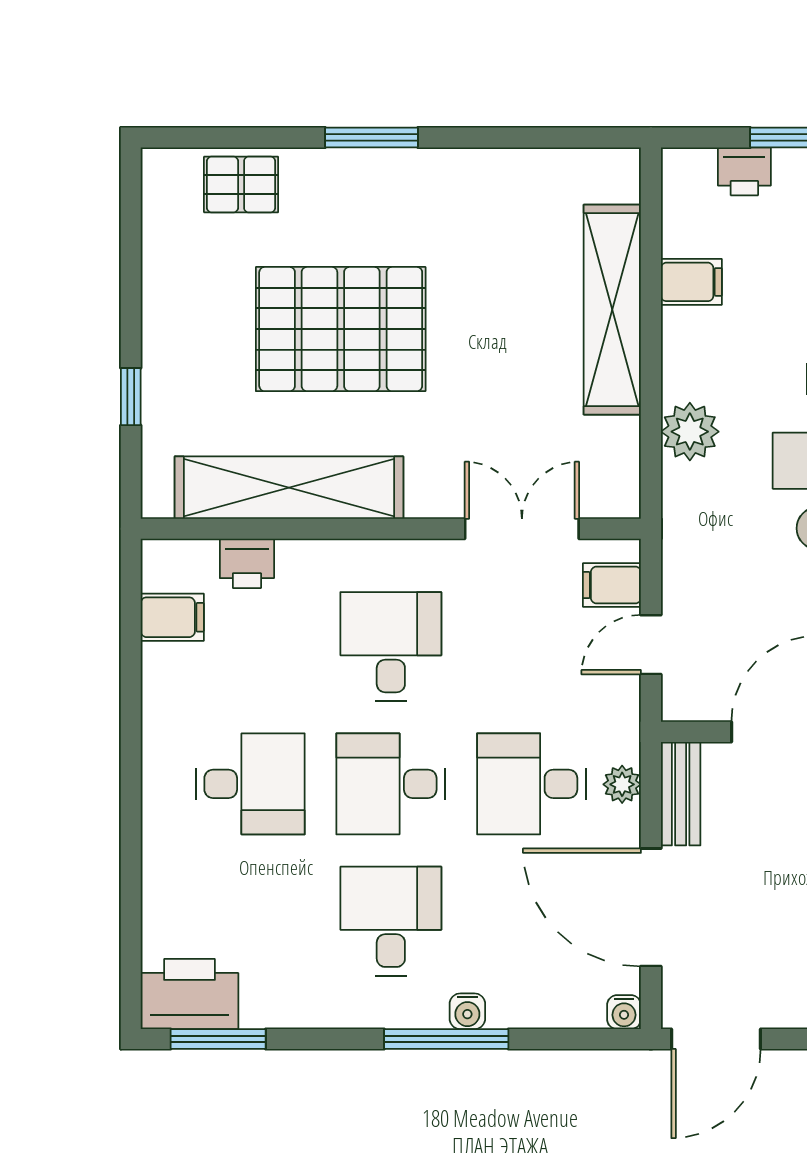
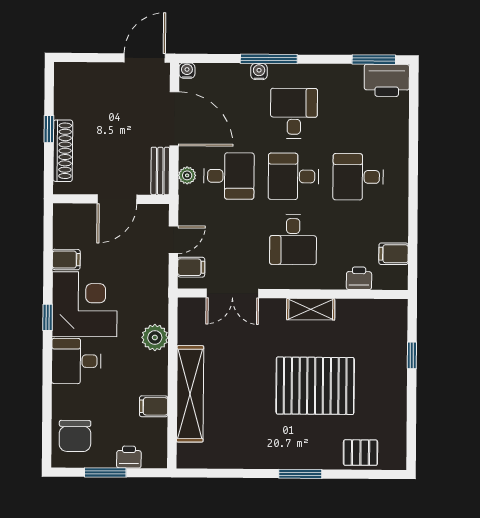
shelving: (289, 488) -> (311, 309), width x0.45, depth x0.75
desk: (391, 784) -> (293, 176), turned 180
desk: (391, 921) -> (294, 113), turned 180

